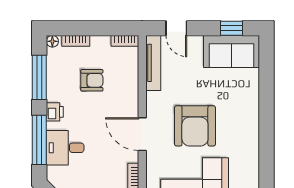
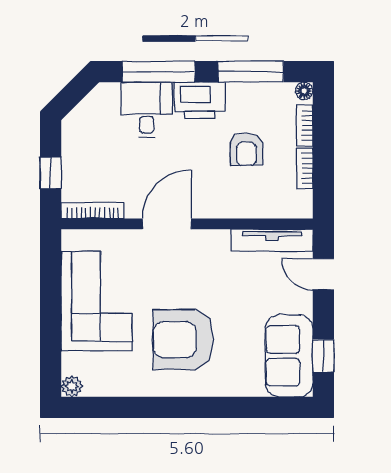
door: (176, 28) -> (323, 274), hinge flipped
bookcase: (125, 41) -> (305, 168), moved
printer: (55, 112) -> (200, 100), width x1.87, depth x1.48
armchair: (195, 126) -> (183, 340), moved

